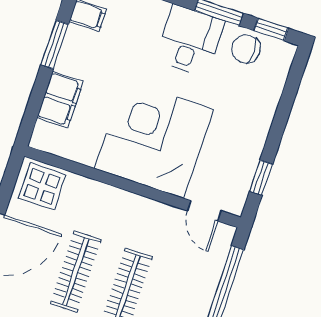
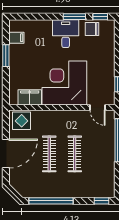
filing cabinet: (60, 100) -> (30, 97), moved, turned -90

